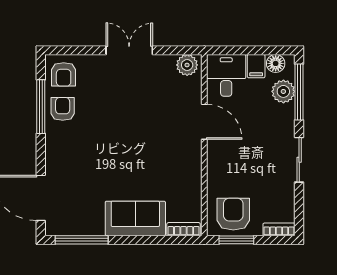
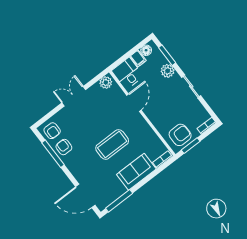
plant: (283, 91) -> (168, 71), moved
window: (299, 92) -> (167, 55), width x0.69
door: (204, 122) -> (134, 103), hinge flipped
coffee table: (131, 156) -> (112, 144), added
armchair: (233, 214) -> (180, 135), turned 90

